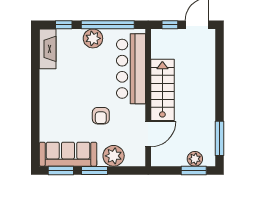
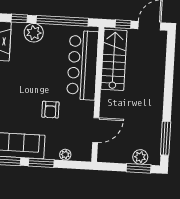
plant: (93, 38) -> (34, 33), moved
stairs: (162, 90) -> (114, 60), moved
plant: (114, 156) -> (65, 155), width x0.53, depth x0.53

